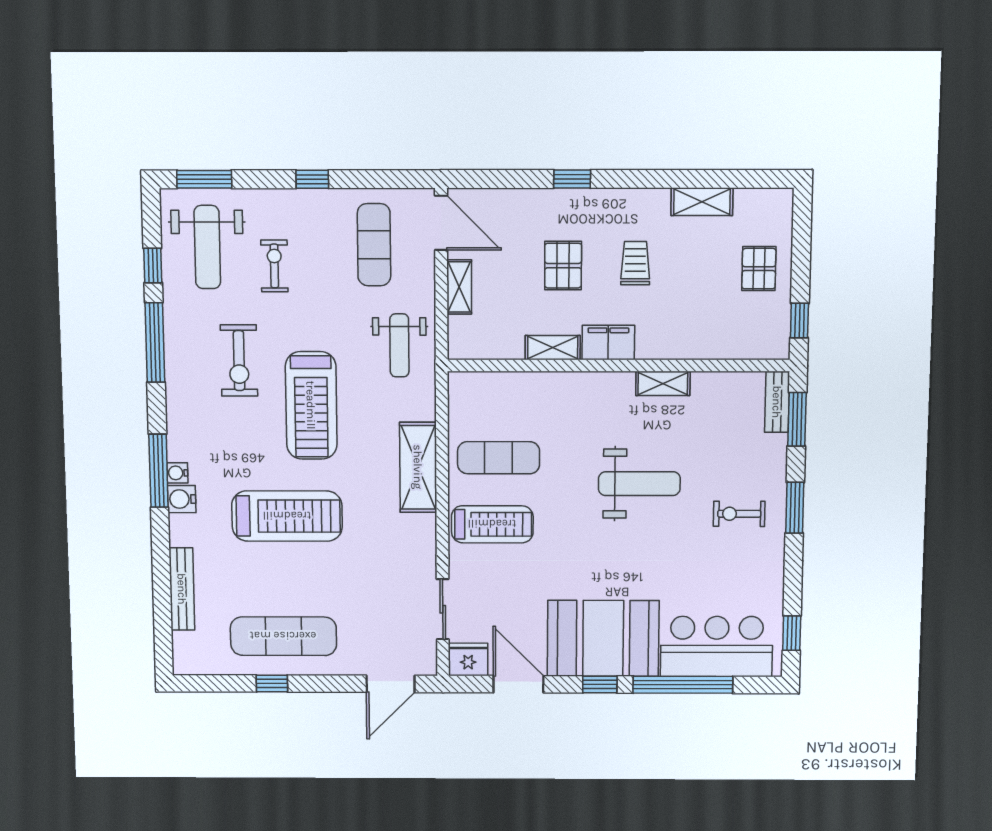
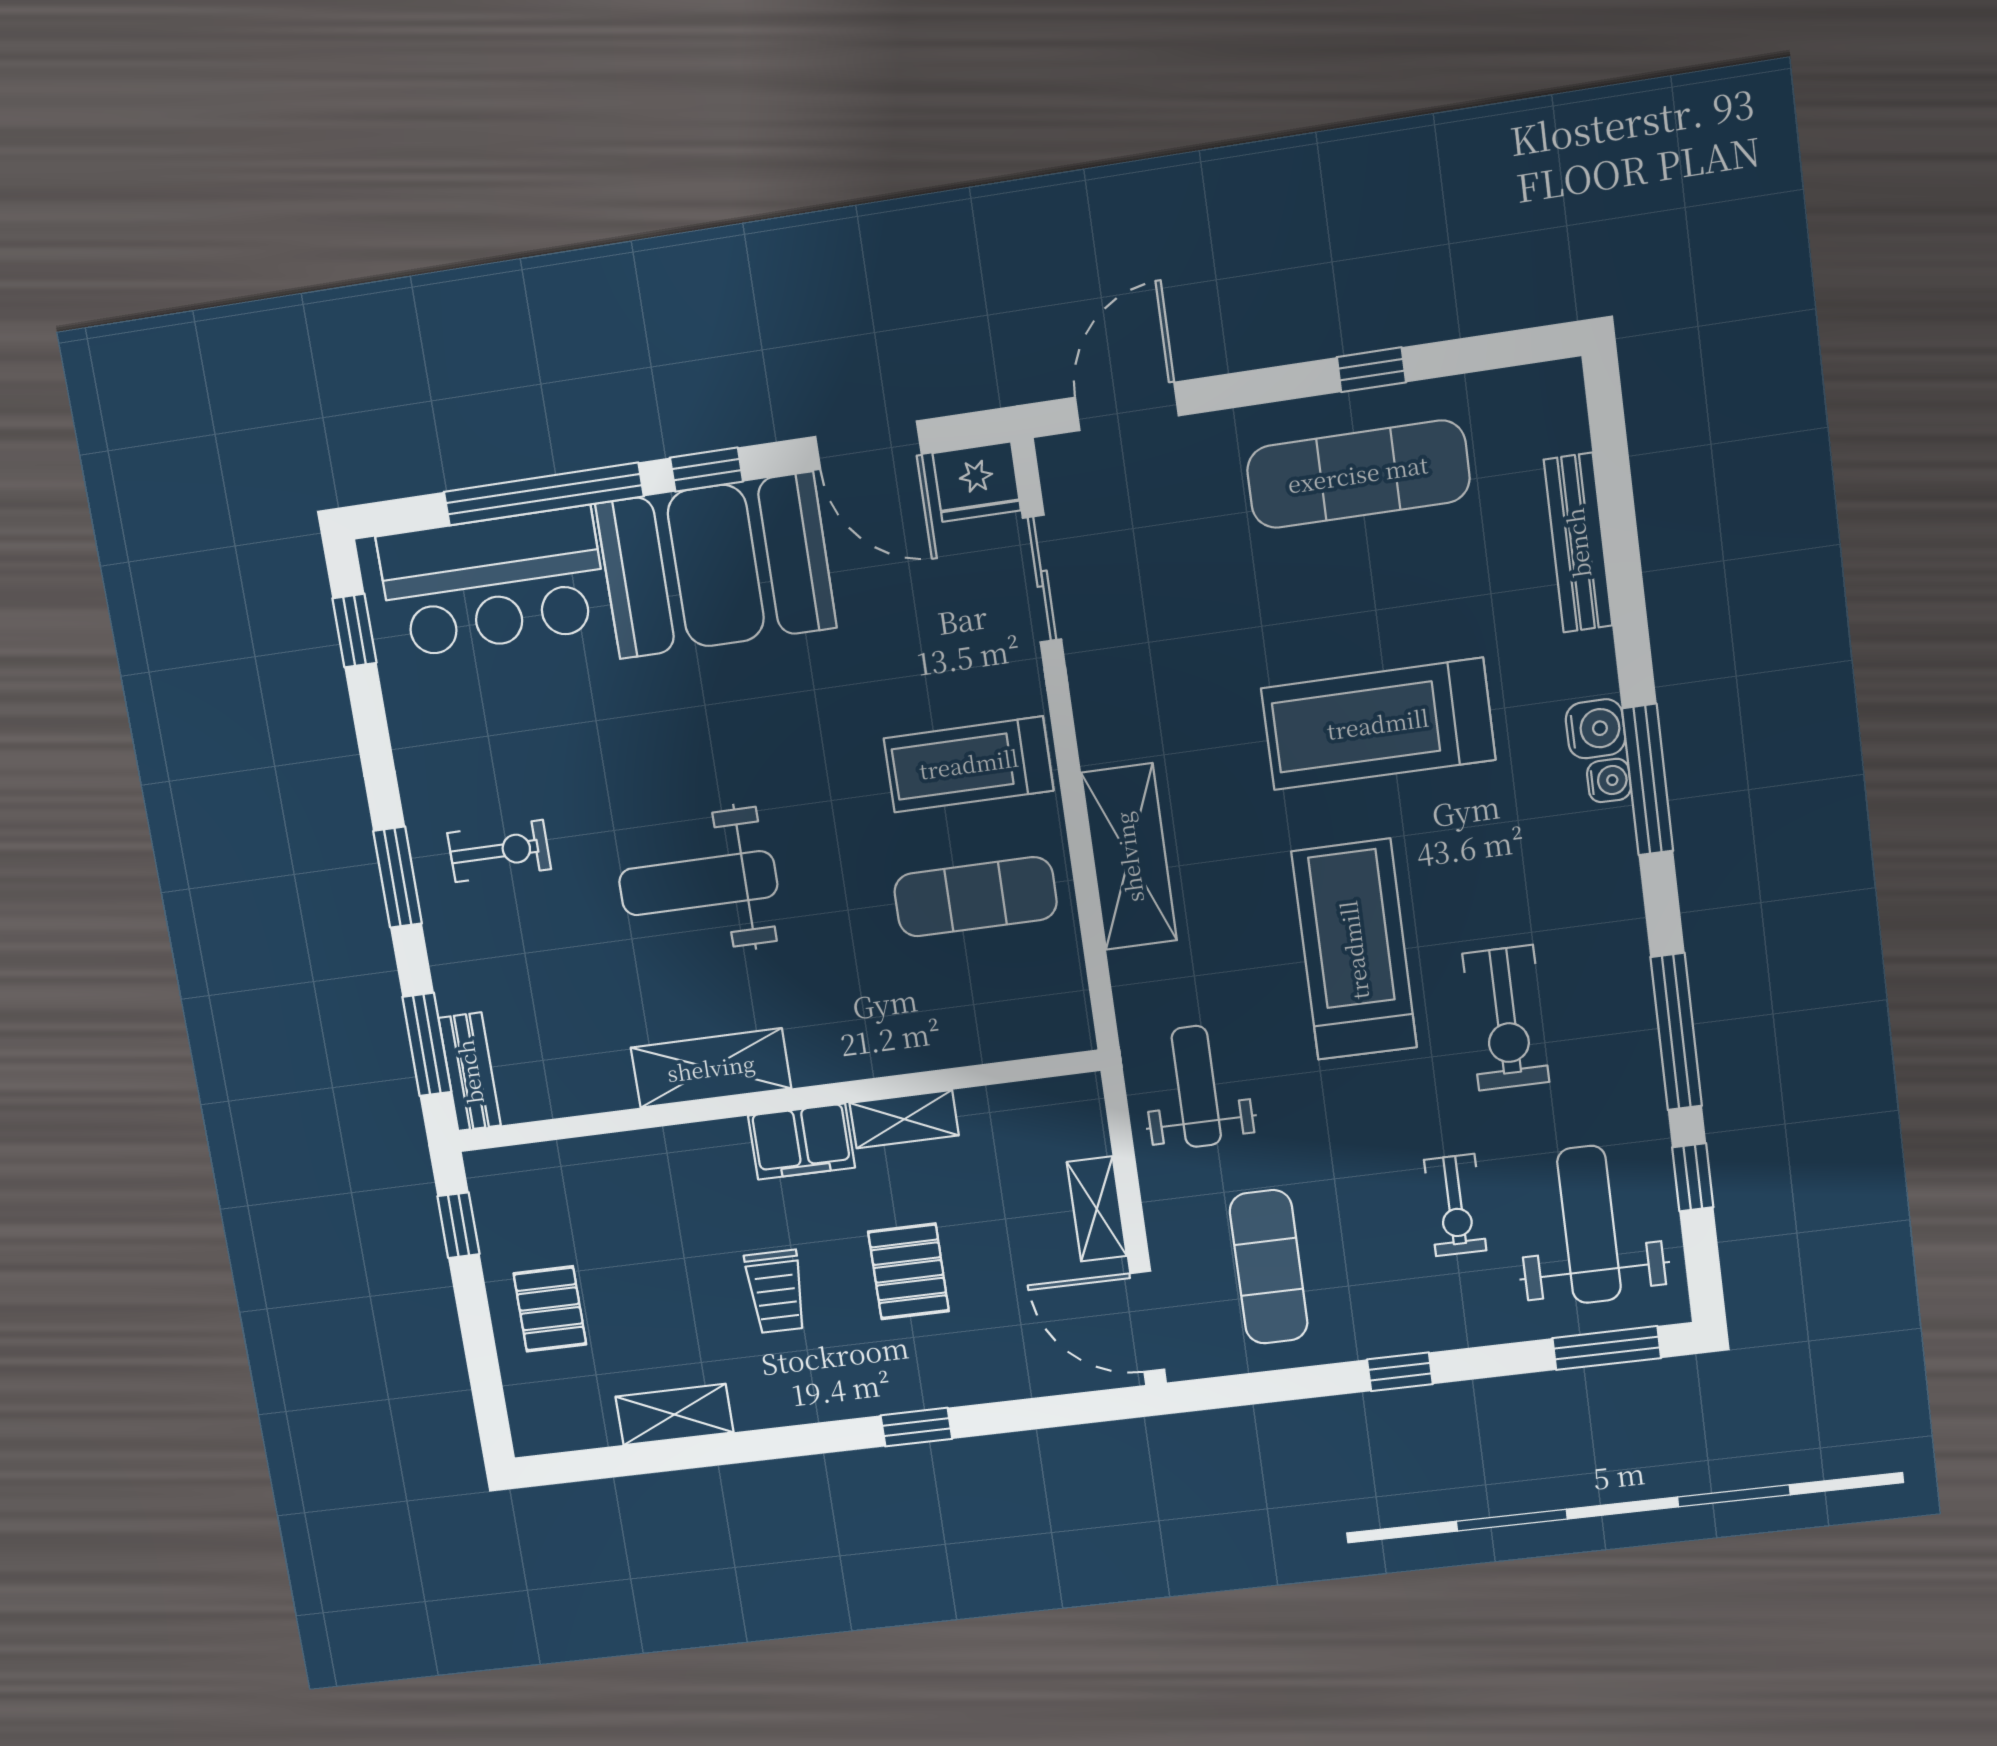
exercise bike: (239, 361) -> (1506, 1018), turned 180
shelving: (663, 383) -> (711, 1068), width x1.50, depth x1.33

